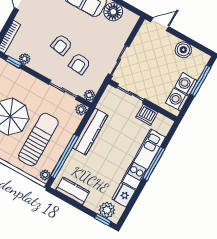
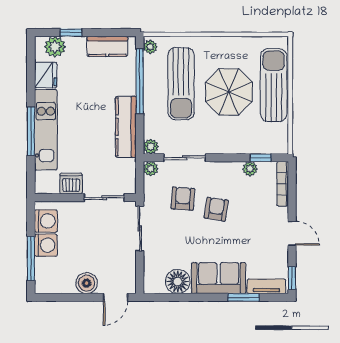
boiler: (183, 50) -> (87, 283), moved
window: (103, 220) -> (71, 33), moved

